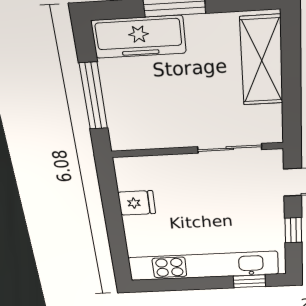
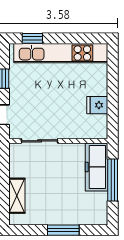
freezer: (139, 37) -> (97, 167), moved, turned -90
shelving: (262, 61) -> (17, 196), width x0.67, depth x0.75

